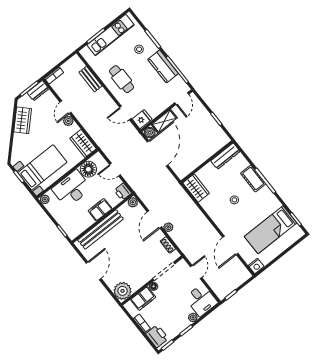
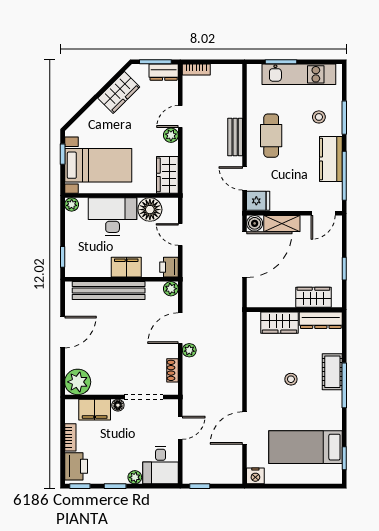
bench: (91, 79) -> (235, 137), moved
wardrobe: (212, 147) -> (313, 297), added
wardrobe: (196, 188) -> (279, 323), moved, turned 90

